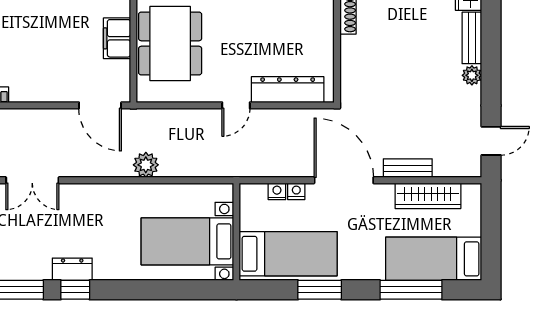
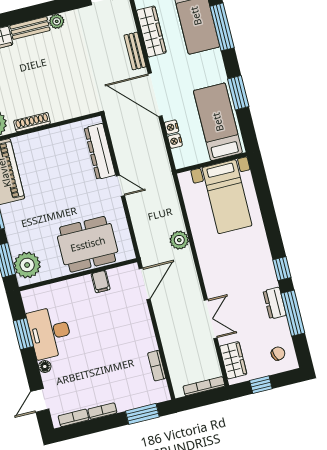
filing cabinet: (117, 38) -> (101, 282), width x0.50
door: (344, 180) -> (155, 95), hinge flipped
dresser: (72, 269) -> (275, 303), moved

